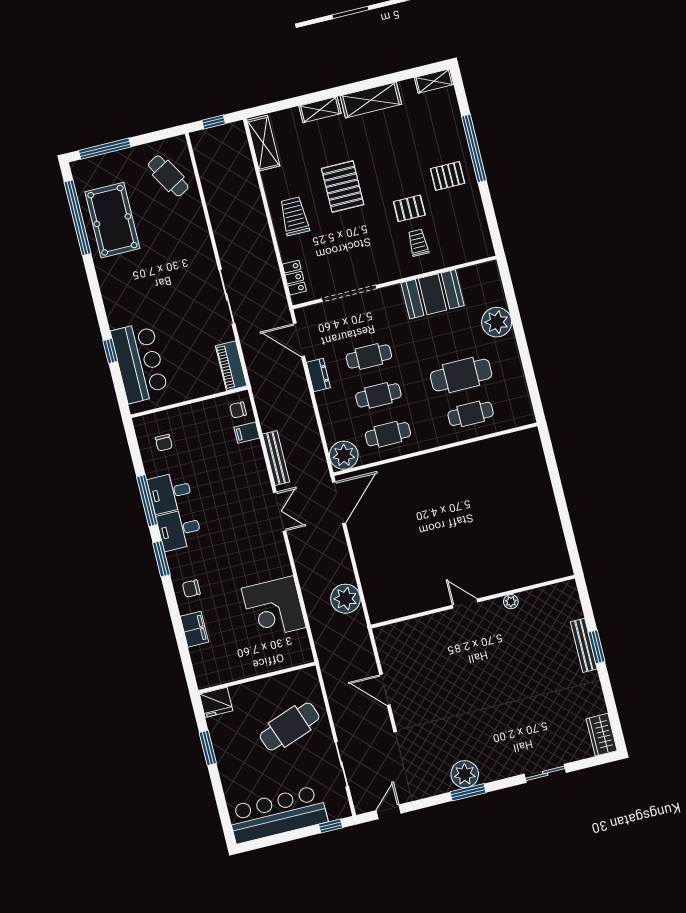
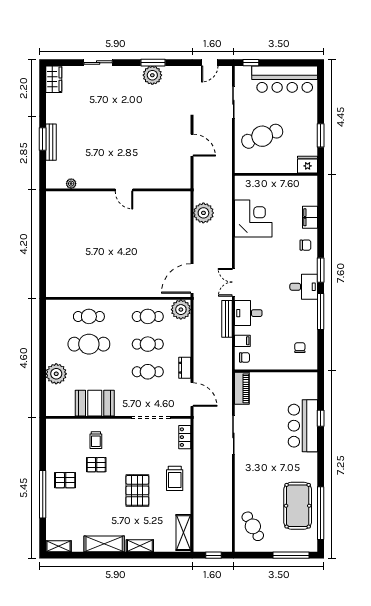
bar counter: (140, 363) -> (303, 426), moved
desk: (170, 493) -> (248, 313), moved, turned 180
plant: (511, 602) -> (71, 184), moved

